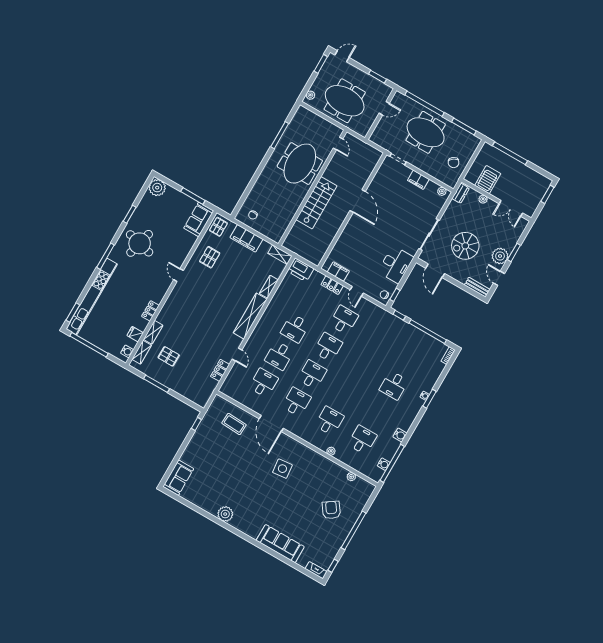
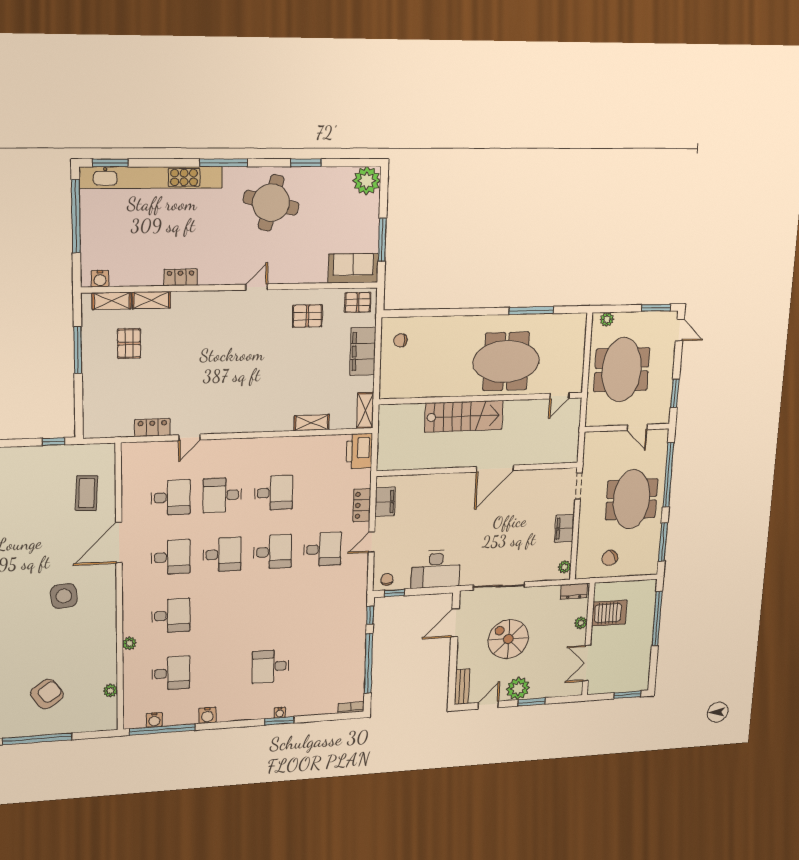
shelving: (250, 316) -> (255, 422), removed
desk: (295, 328) -> (274, 493), turned 180
fridge: (135, 334) -> (133, 275), removed

